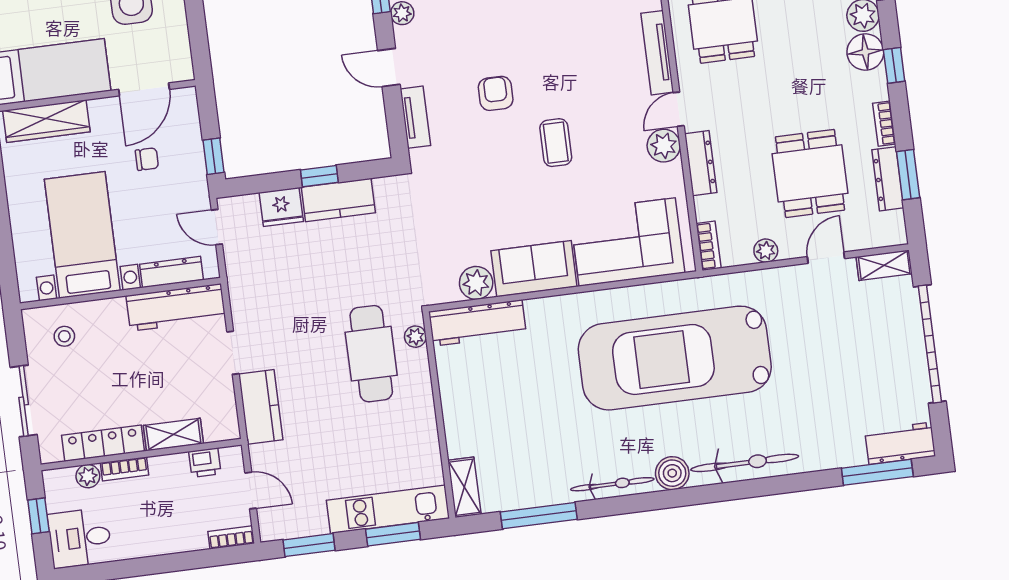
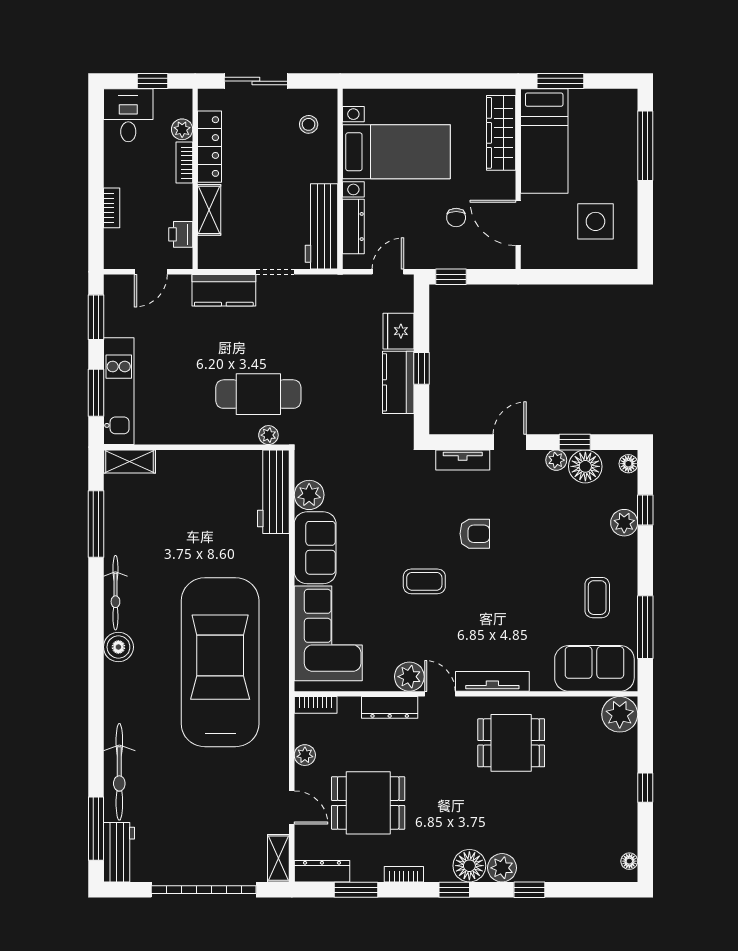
dresser: (888, 179) -> (322, 871), moved
bicycle: (745, 463) -> (119, 772), moved
bookcase: (231, 537) -> (112, 208), moved

